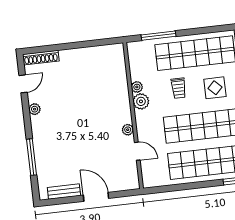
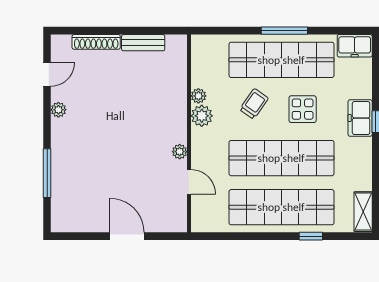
window: (158, 36) -> (284, 31), moved
shoe rack: (41, 58) -> (96, 42), moved
trolley: (179, 88) -> (254, 104), turned -145
bench: (64, 192) -> (143, 43), moved

